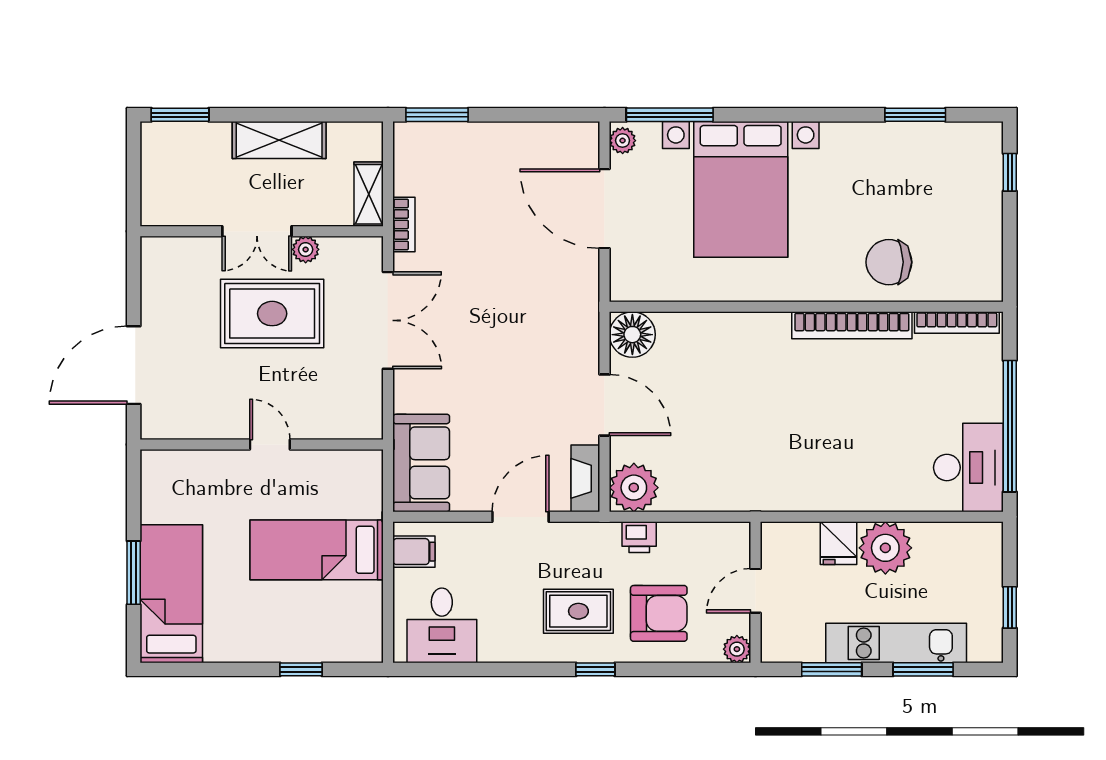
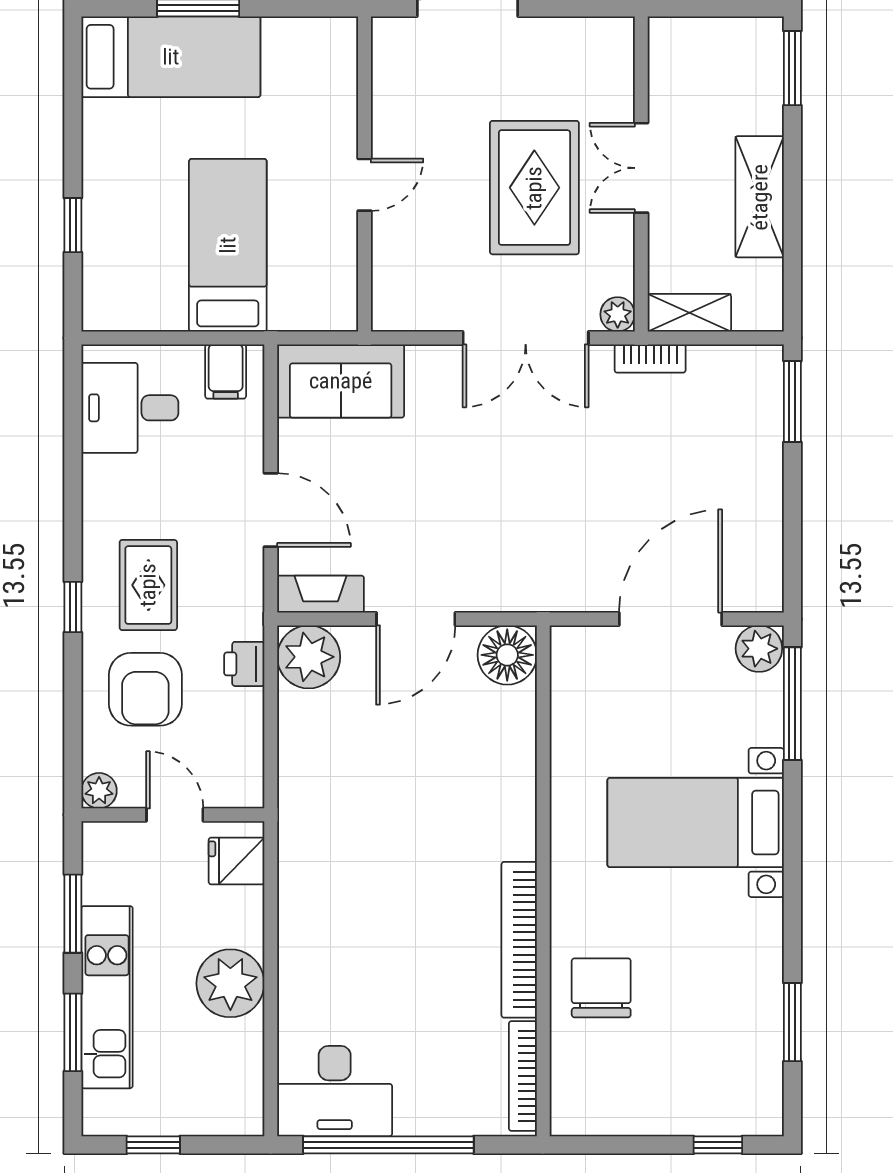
plant: (623, 141) -> (759, 649), width x1.38, depth x1.38
bed with nightstands: (741, 189) -> (696, 823), width x0.73
plant: (306, 249) -> (618, 314), moved
fridge: (839, 543) -> (236, 861), moved

